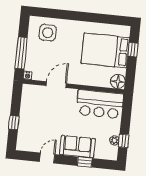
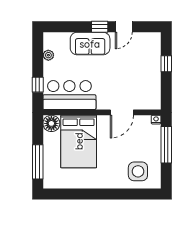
bed: (105, 50) -> (79, 141), moved, turned 90
window: (133, 50) -> (38, 162), width x2.17
window: (124, 141) -> (38, 85), moved
window: (85, 162) -> (100, 27), moved

